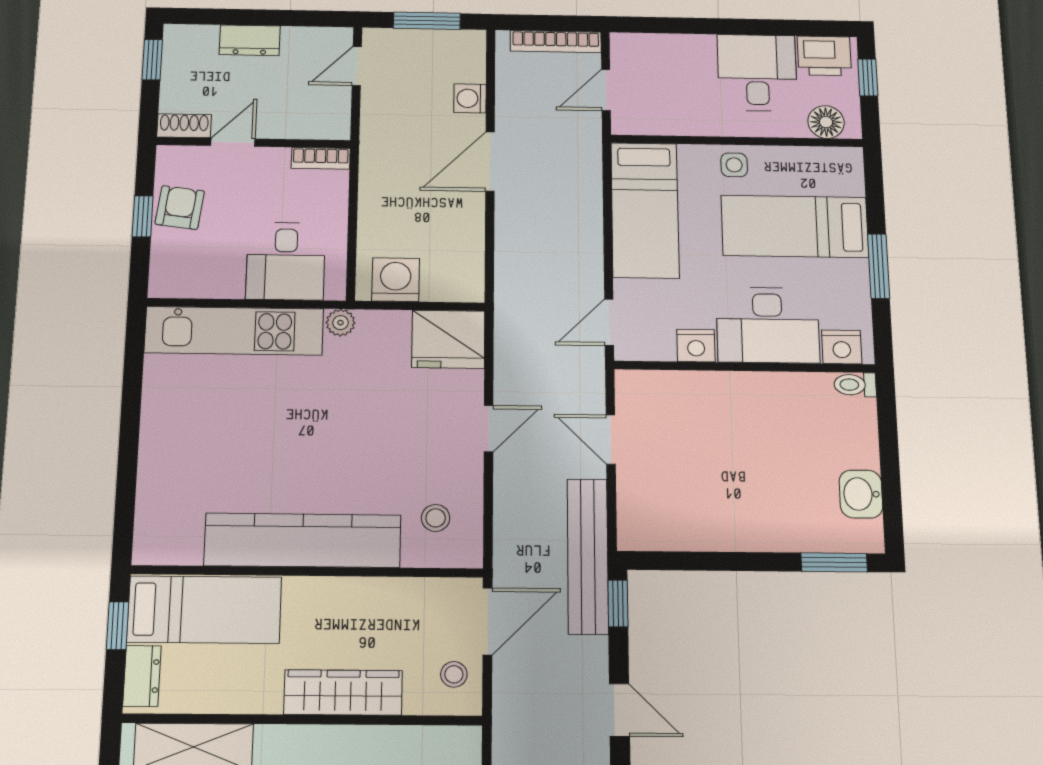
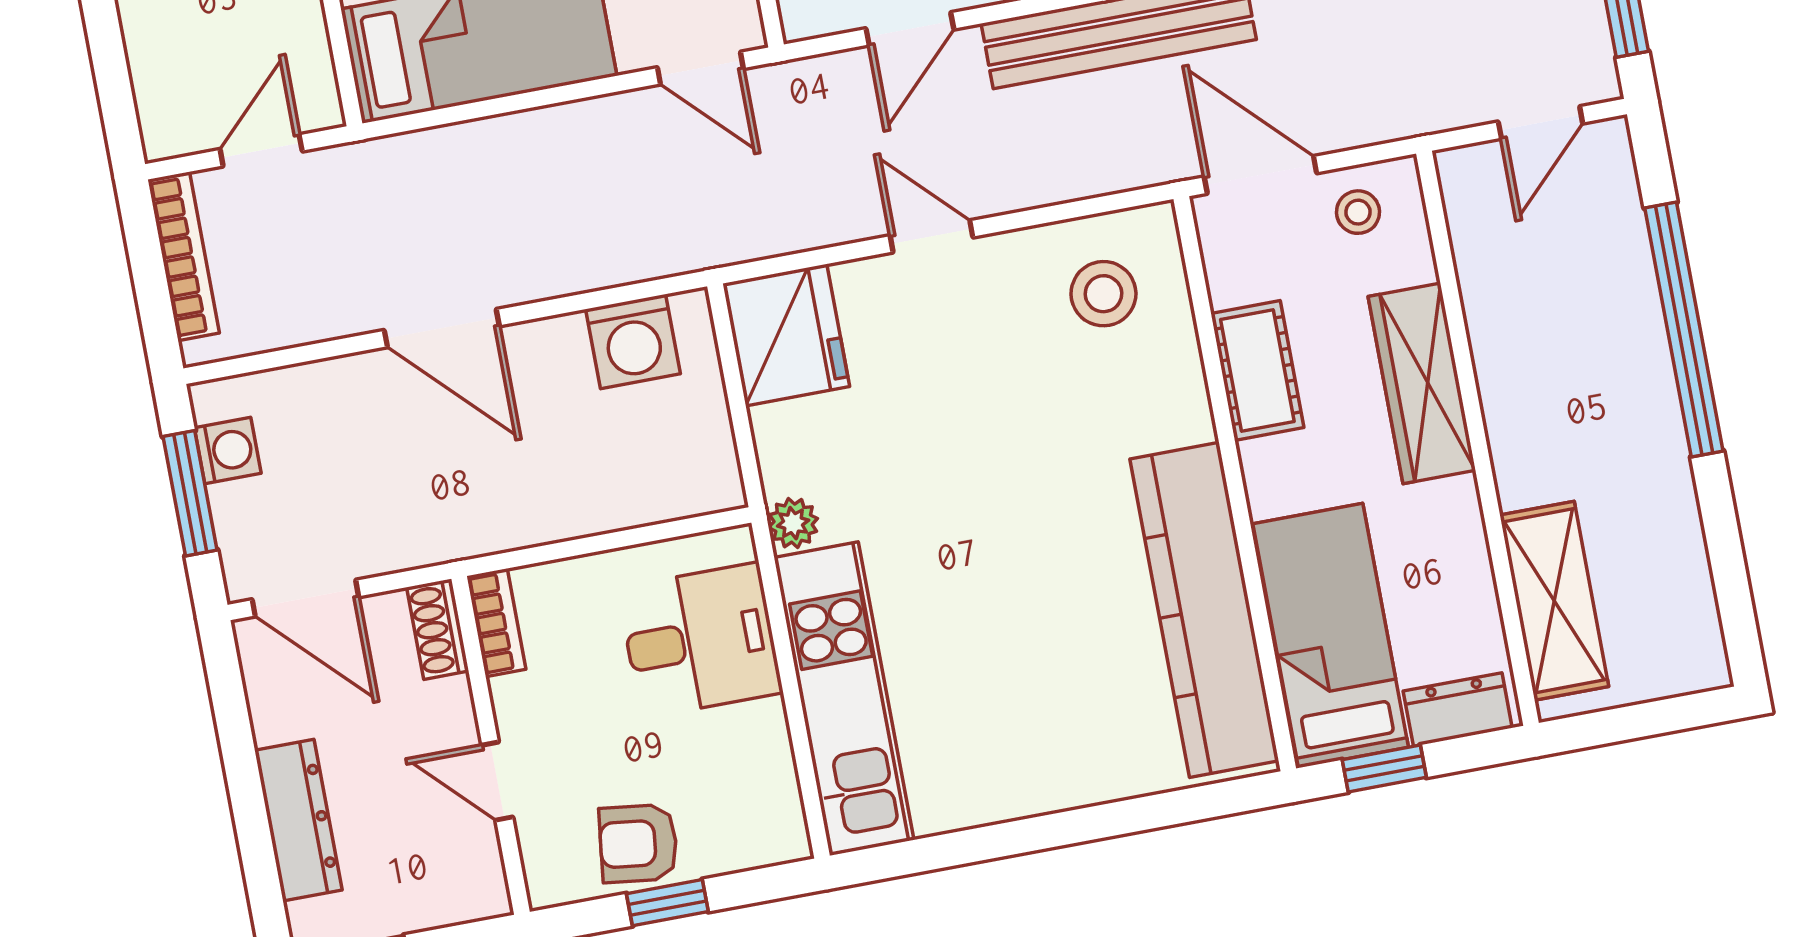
dresser: (250, 40) -> (298, 820), width x1.44
door: (357, 66) -> (305, 598), width x1.38
door: (606, 90) -> (261, 150), swing flipped
washing machine: (470, 98) -> (228, 451), moved, turned -90
shoe rack: (184, 126) -> (438, 629), moved
washing machine: (396, 280) -> (633, 341), moved, turned -90
stool: (436, 518) -> (1103, 294), width x1.37, depth x1.37
kitchen counter: (303, 540) -> (1204, 610), moved
cot: (372, 597) -> (1257, 370), added

